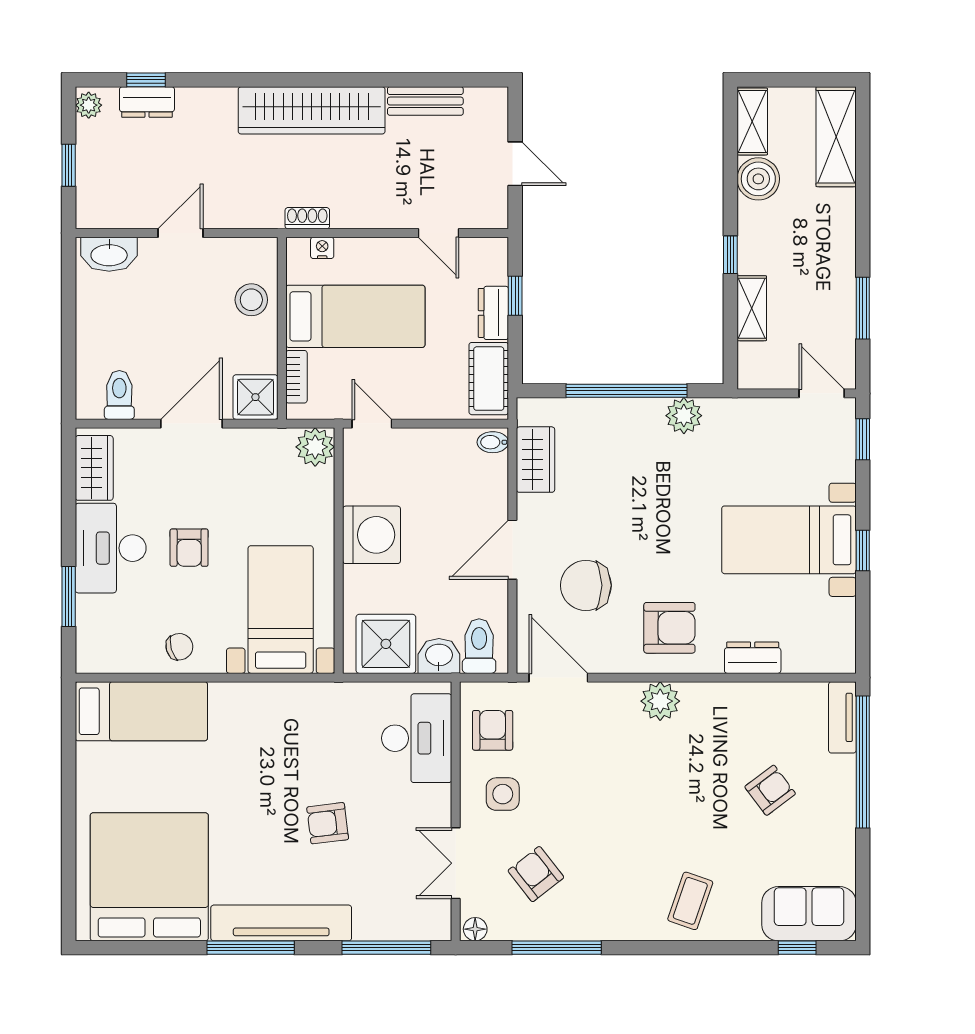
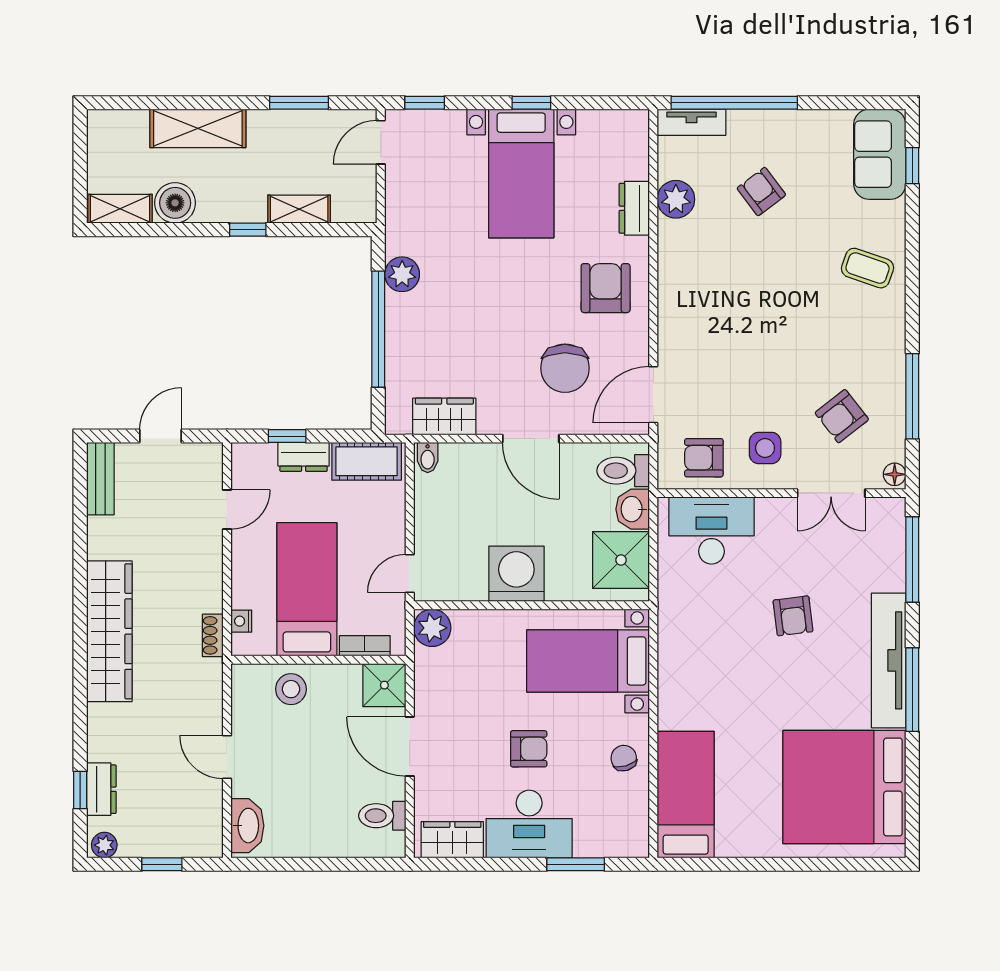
bench: (425, 101) -> (100, 479), moved
shelving: (836, 137) -> (198, 128), moved
plant: (660, 701) -> (676, 199), moved

